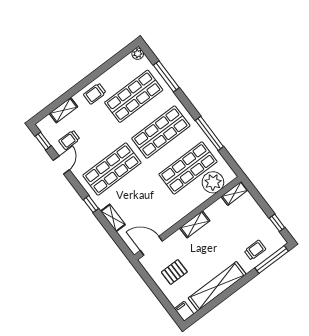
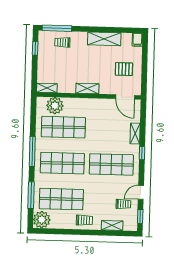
plant: (138, 54) -> (42, 220), width x1.87, depth x1.87
window: (209, 133) -> (32, 151), moved
shelving: (217, 286) -> (104, 39), width x0.68

